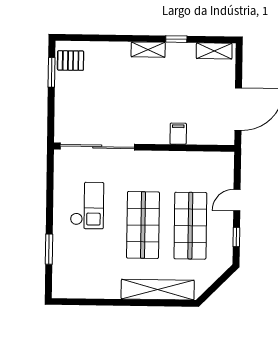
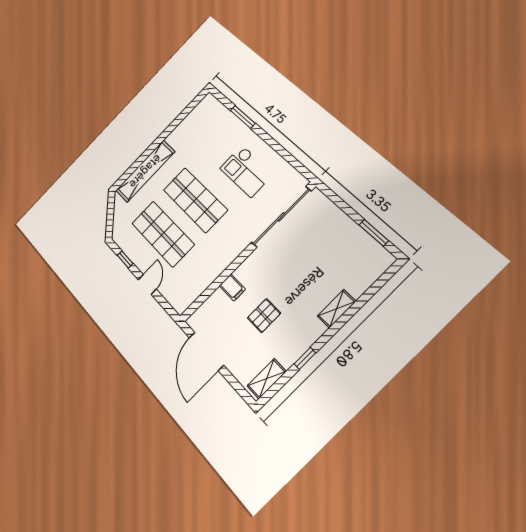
shelving: (148, 50) -> (337, 309), moved
pallet: (71, 61) -> (264, 316), moved

